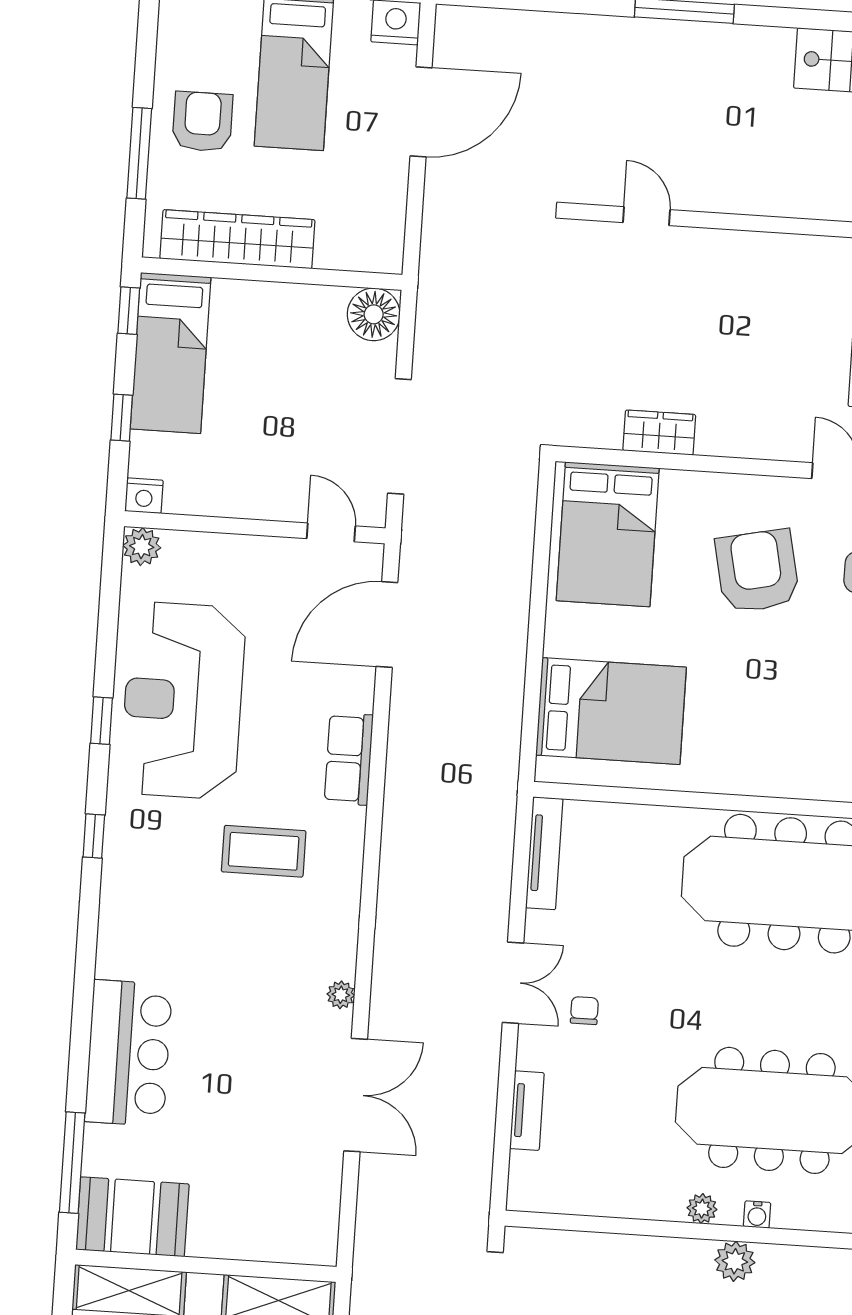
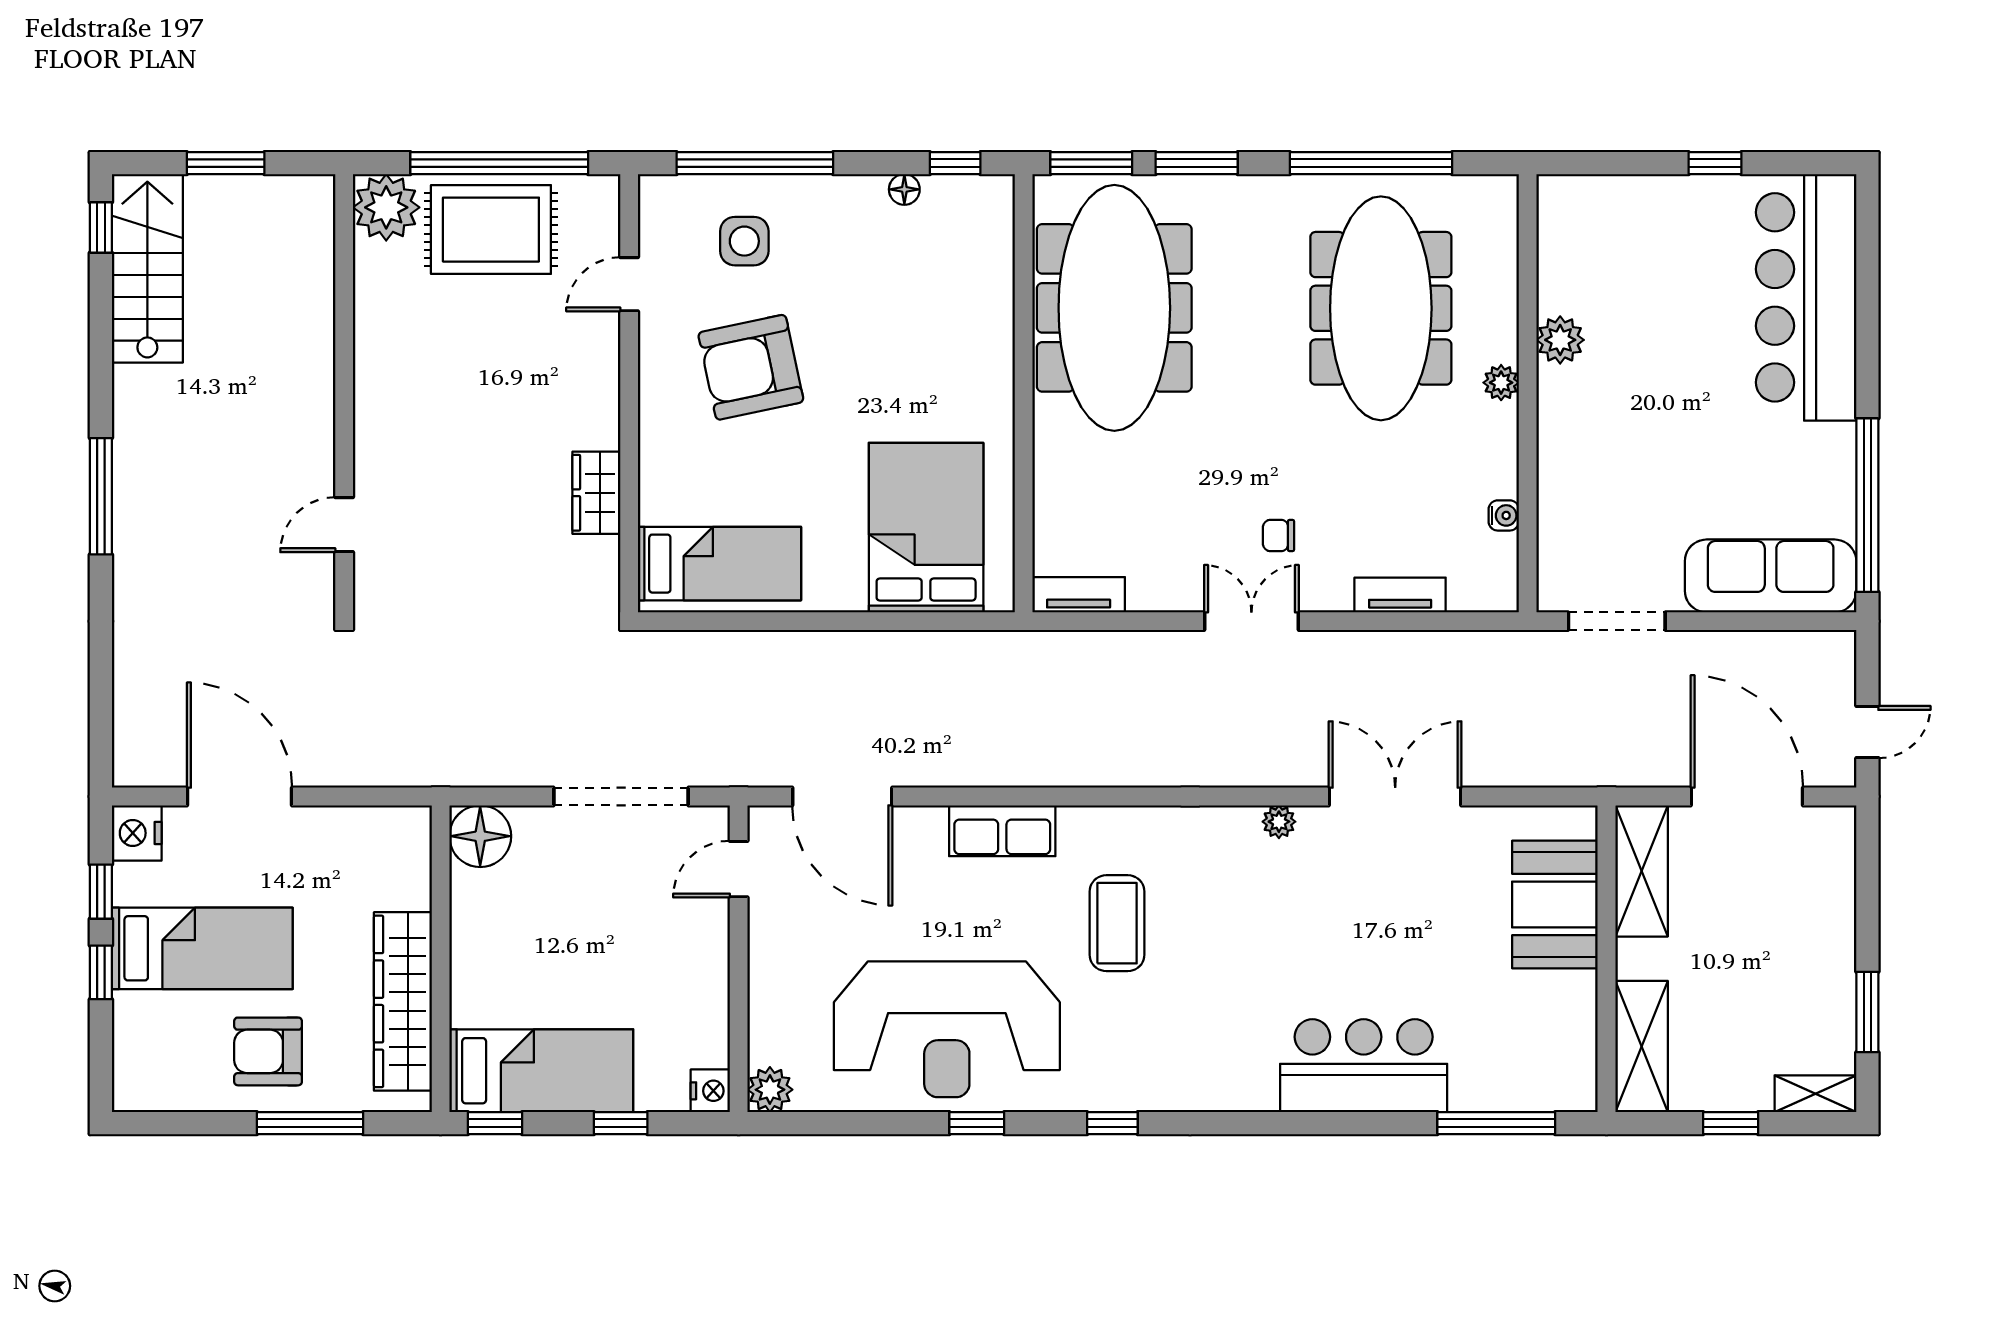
bed: (608, 534) -> (719, 564), width x0.67
tv unit: (544, 853) -> (1079, 595), width x0.71
water cooler: (757, 1215) -> (1504, 515), moved
booth: (132, 1217) -> (1555, 905), moved

